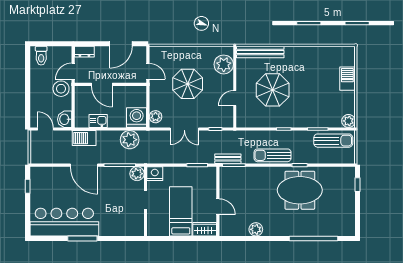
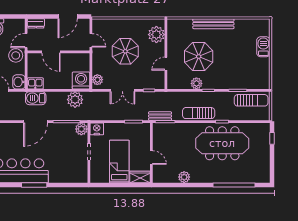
bench: (260, 52) -> (213, 24), moved
kitchen sink: (98, 121) -> (35, 83), moved
plant: (348, 121) -> (196, 83), moved
door: (84, 165) -> (36, 122), hinge flipped
meeting table: (300, 190) -> (222, 143), width x1.36

